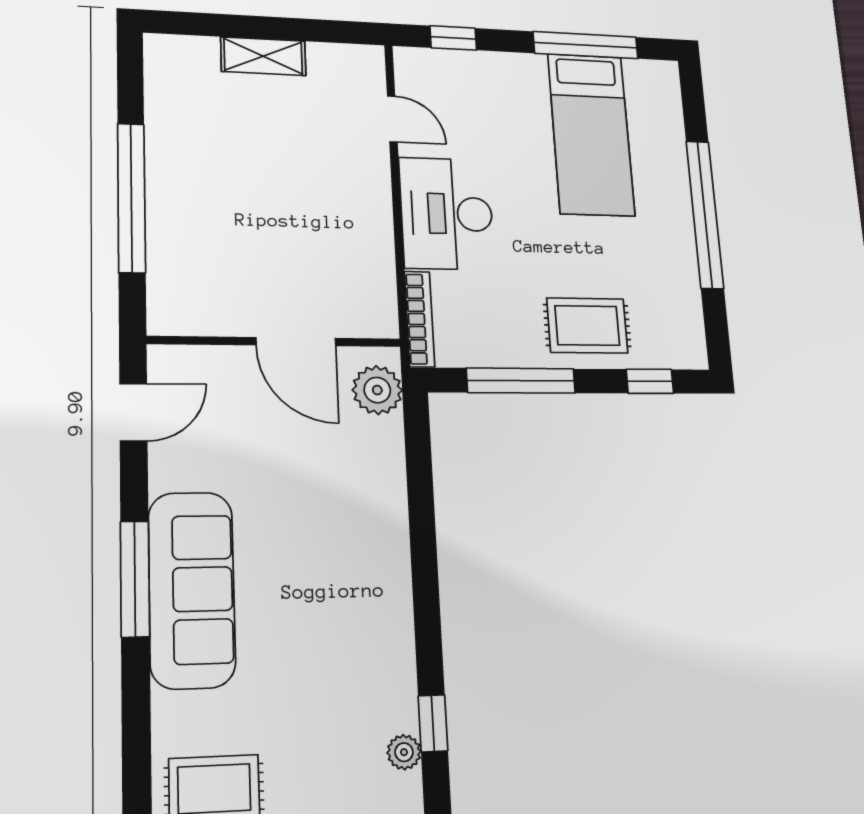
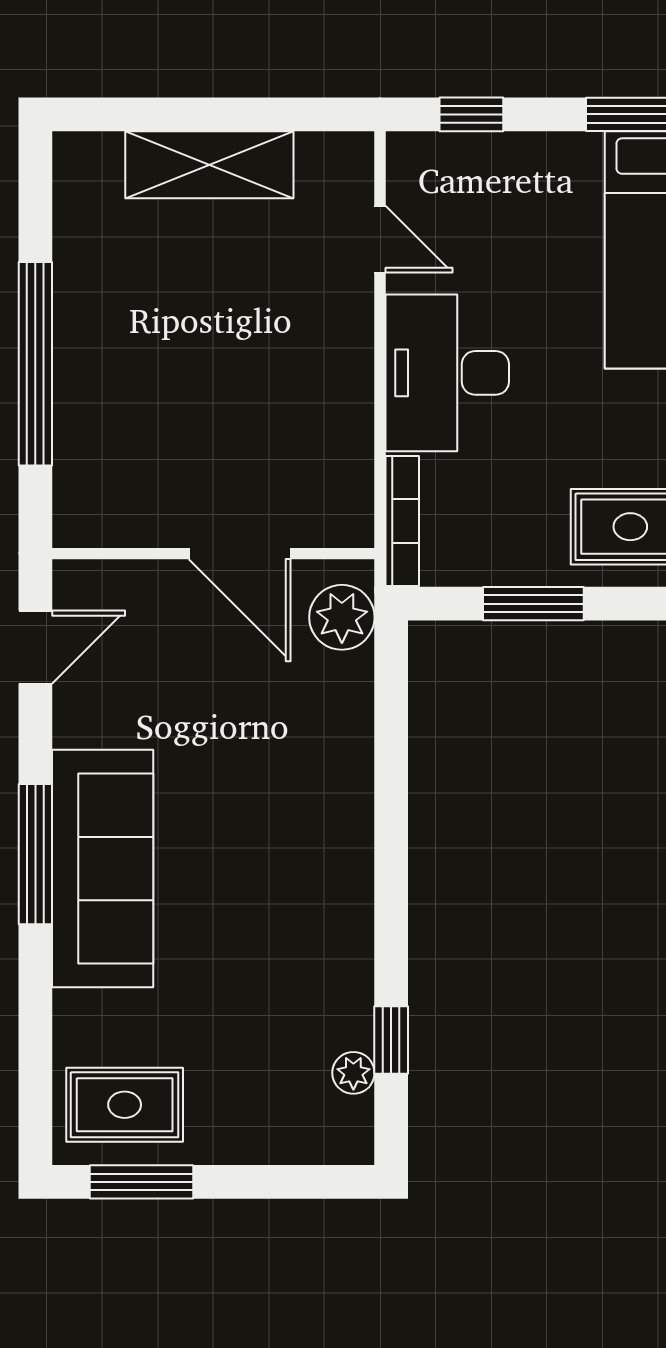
shelving: (263, 56) -> (209, 165), width x1.50, depth x1.33
window: (521, 381) -> (533, 604), width x0.69

